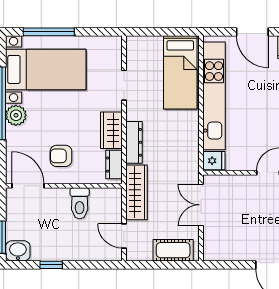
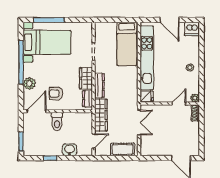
plant: (16, 115) -> (29, 83), moved
door: (28, 186) -> (37, 111), hinge flipped
toilet: (80, 203) -> (57, 122), moved
double door: (201, 205) -> (139, 123), swing flipped
door: (124, 236) -> (93, 141), swing flipped
washbasin: (18, 251) -> (70, 150), moved

